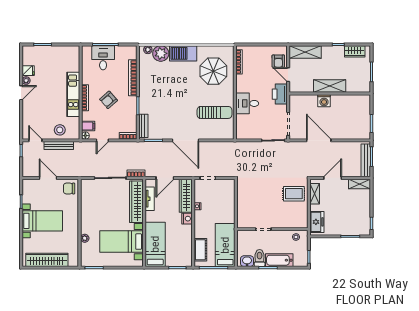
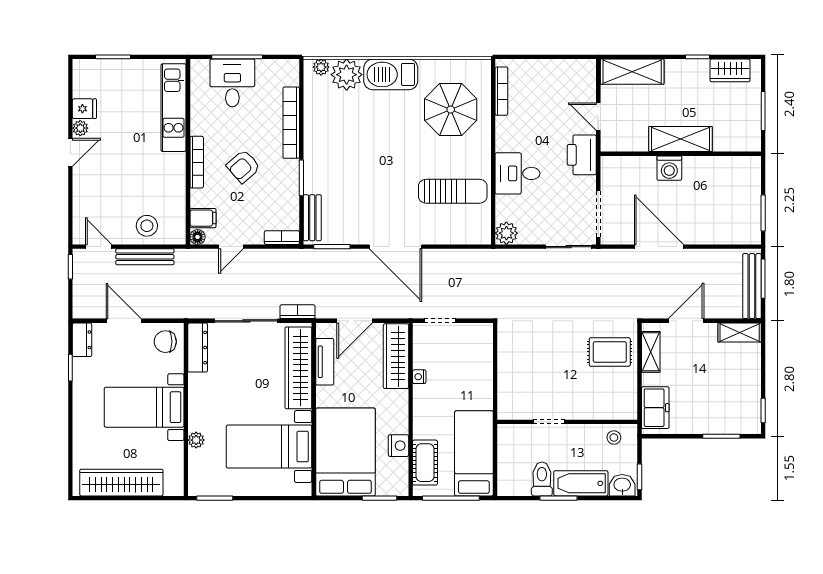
armchair: (278, 61) -> (579, 90), removed
kitchen unit: (73, 94) -> (173, 108), moved
plant: (242, 134) -> (506, 233), added
dresser: (27, 188) -> (82, 340), added
dresser: (85, 192) -> (198, 348), added
nightstand: (187, 219) -> (399, 446), moved
bed with nightstands: (42, 221) -> (144, 407), moved, turned 180
bed: (155, 244) -> (345, 452), width x1.50
washbasin: (247, 261) -> (622, 485), moved

